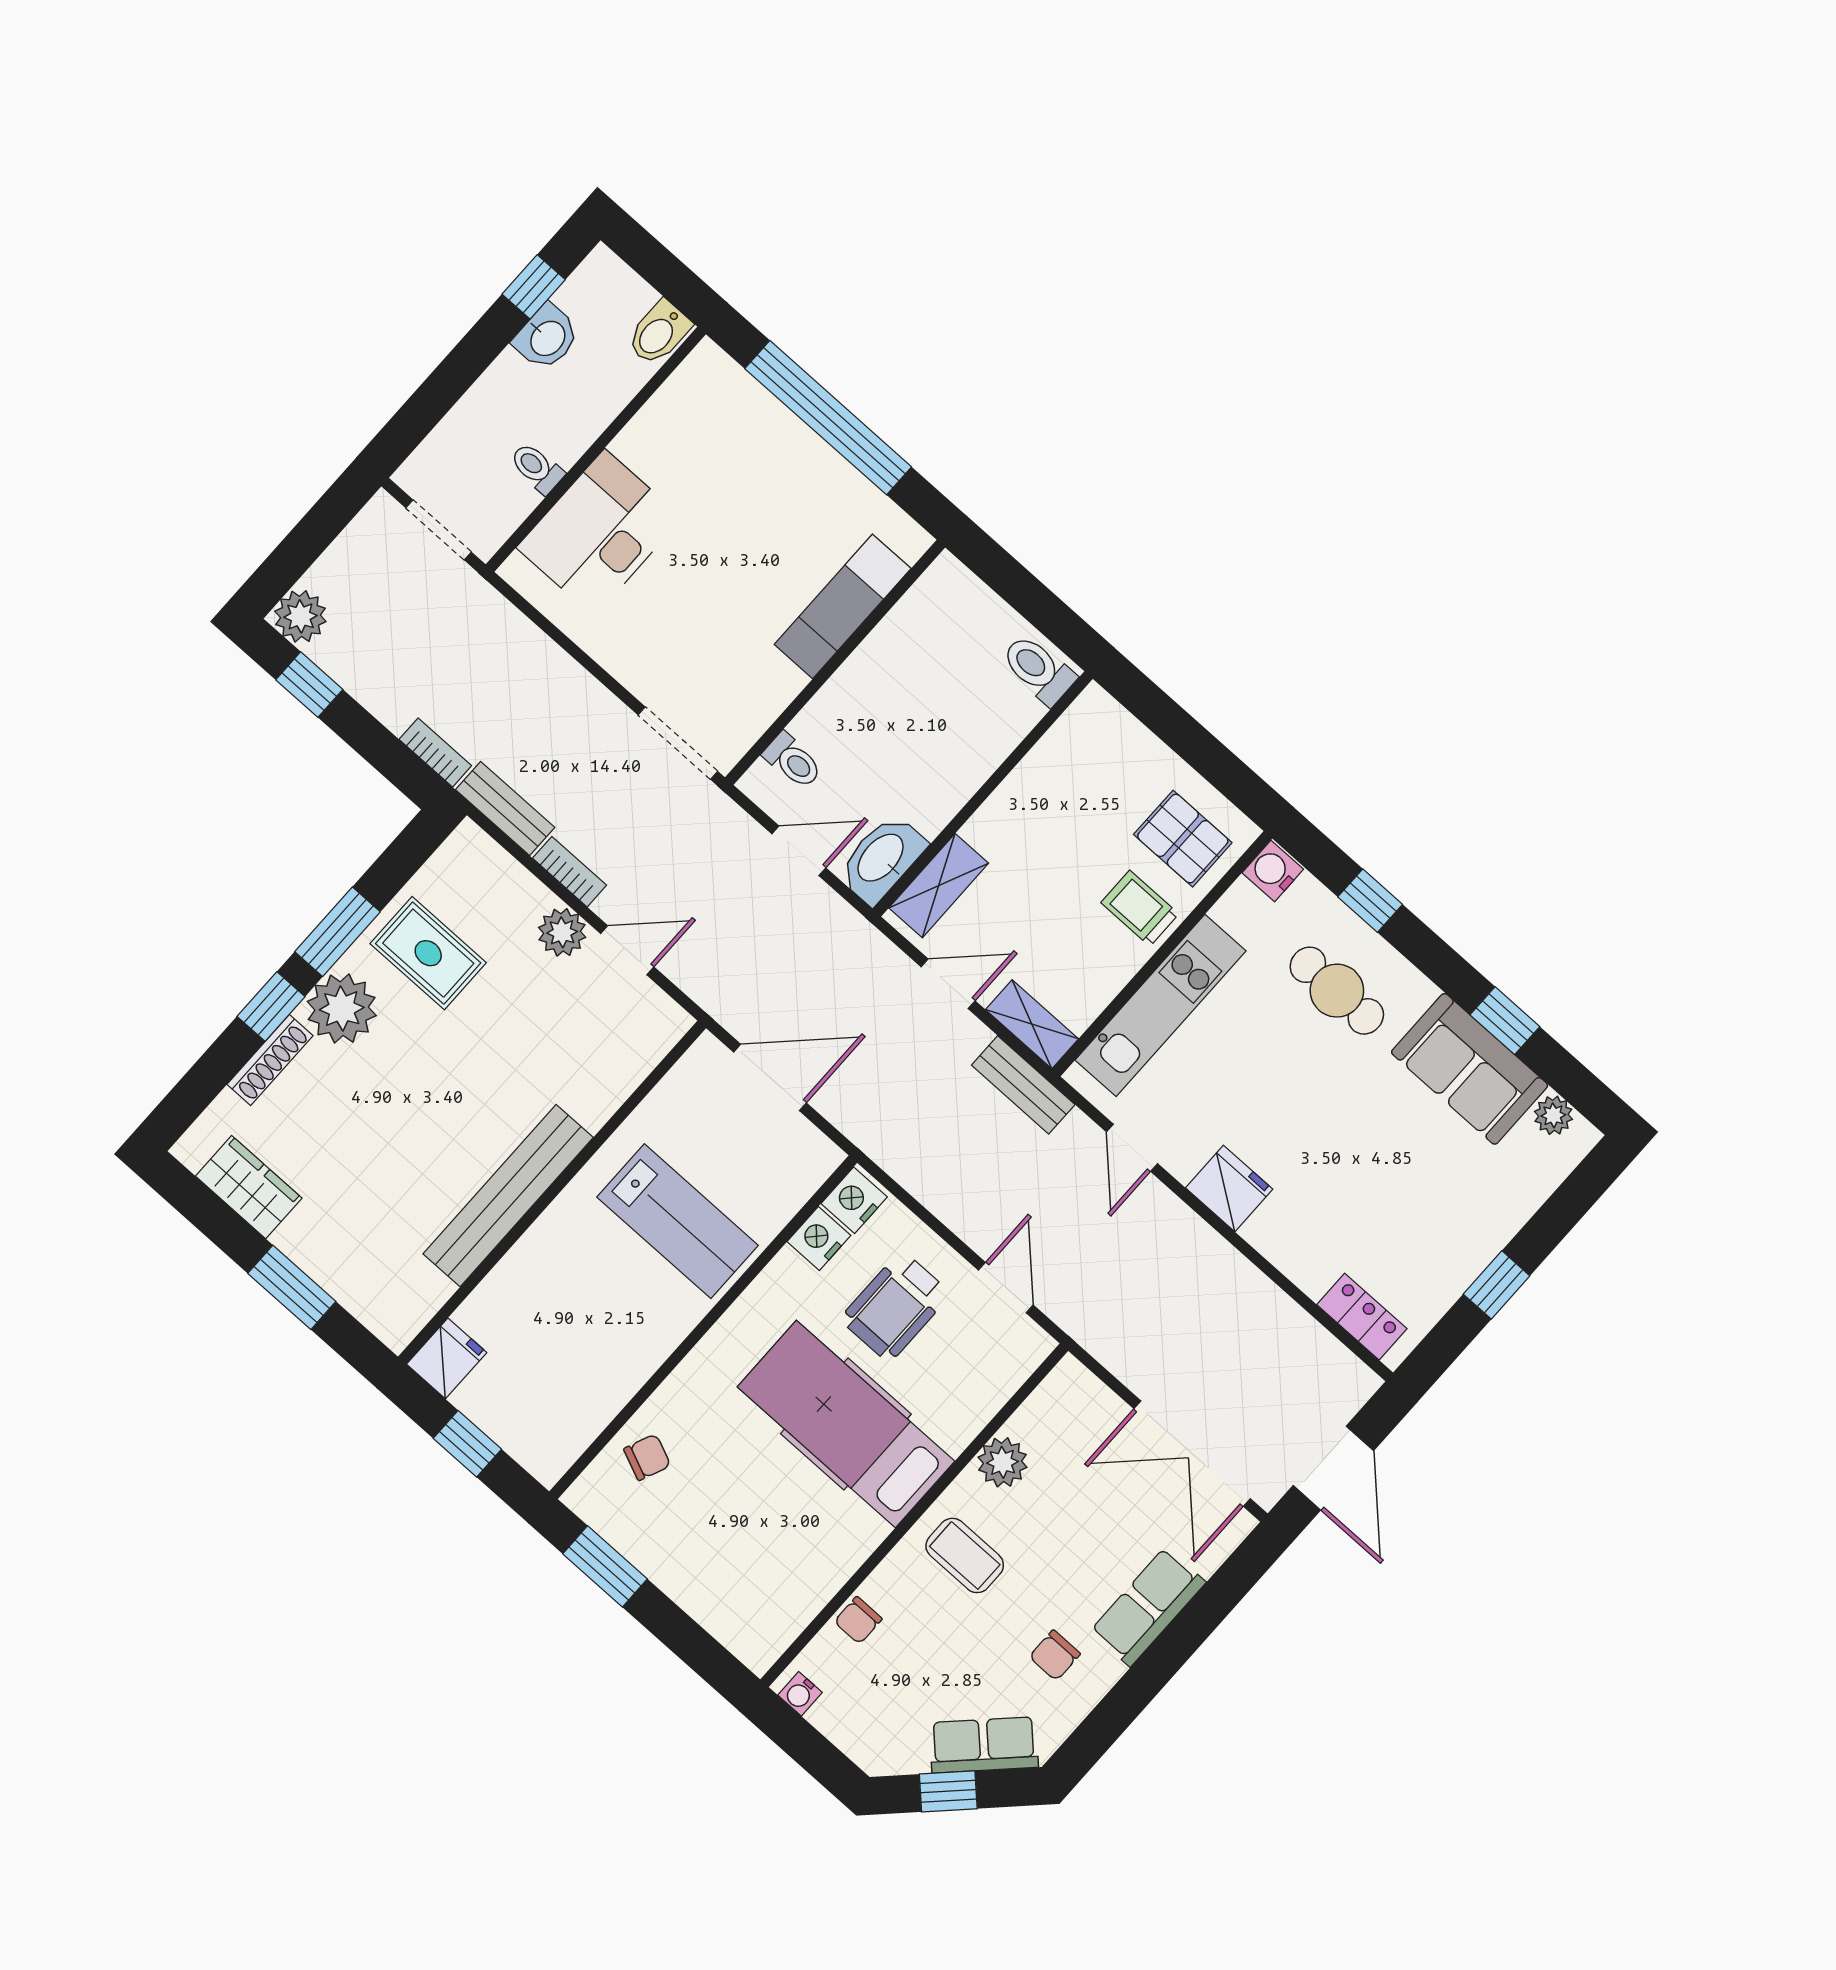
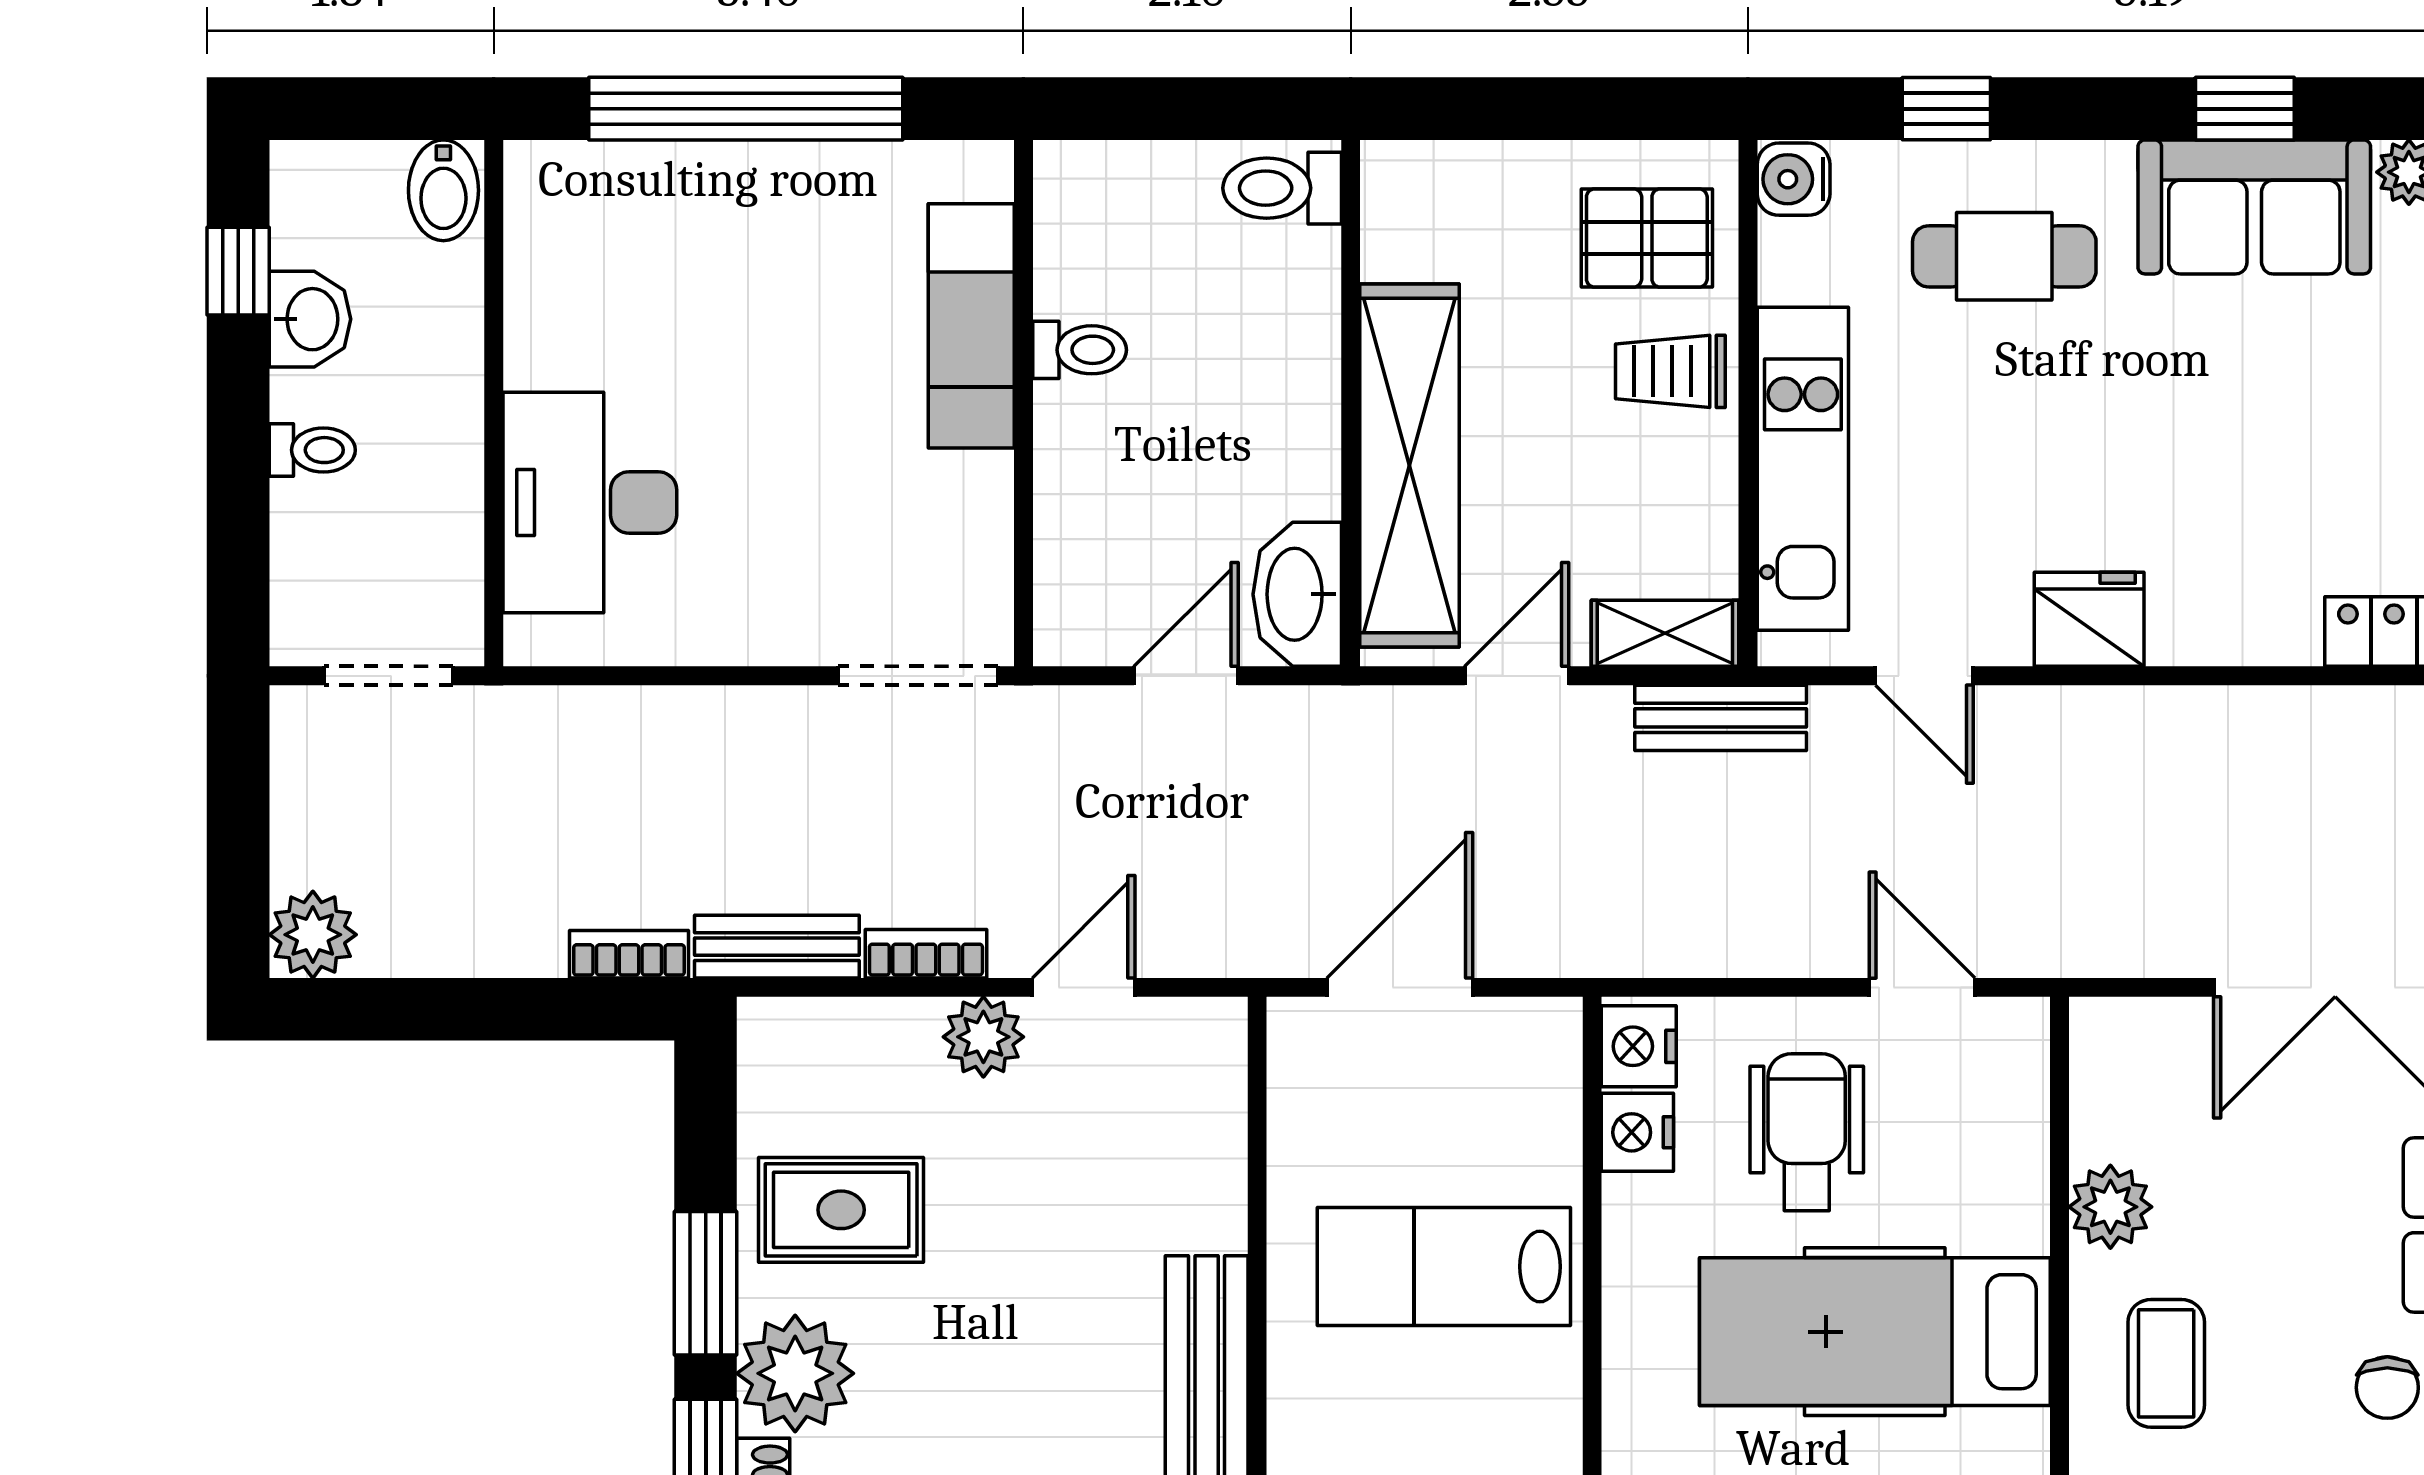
toilet: (537, 468) -> (312, 450), moved, turned 180
window: (309, 685) -> (399, 1009), removed
toilet: (793, 761) -> (1080, 350), moved
shelving: (939, 886) -> (1409, 466), width x2.20, depth x1.33
lab bench: (678, 1221) -> (1444, 1267), turned 180
wheelchair: (895, 1306) -> (1807, 1132), turned 180
coffee table: (965, 1555) -> (2166, 1363), turned 90

